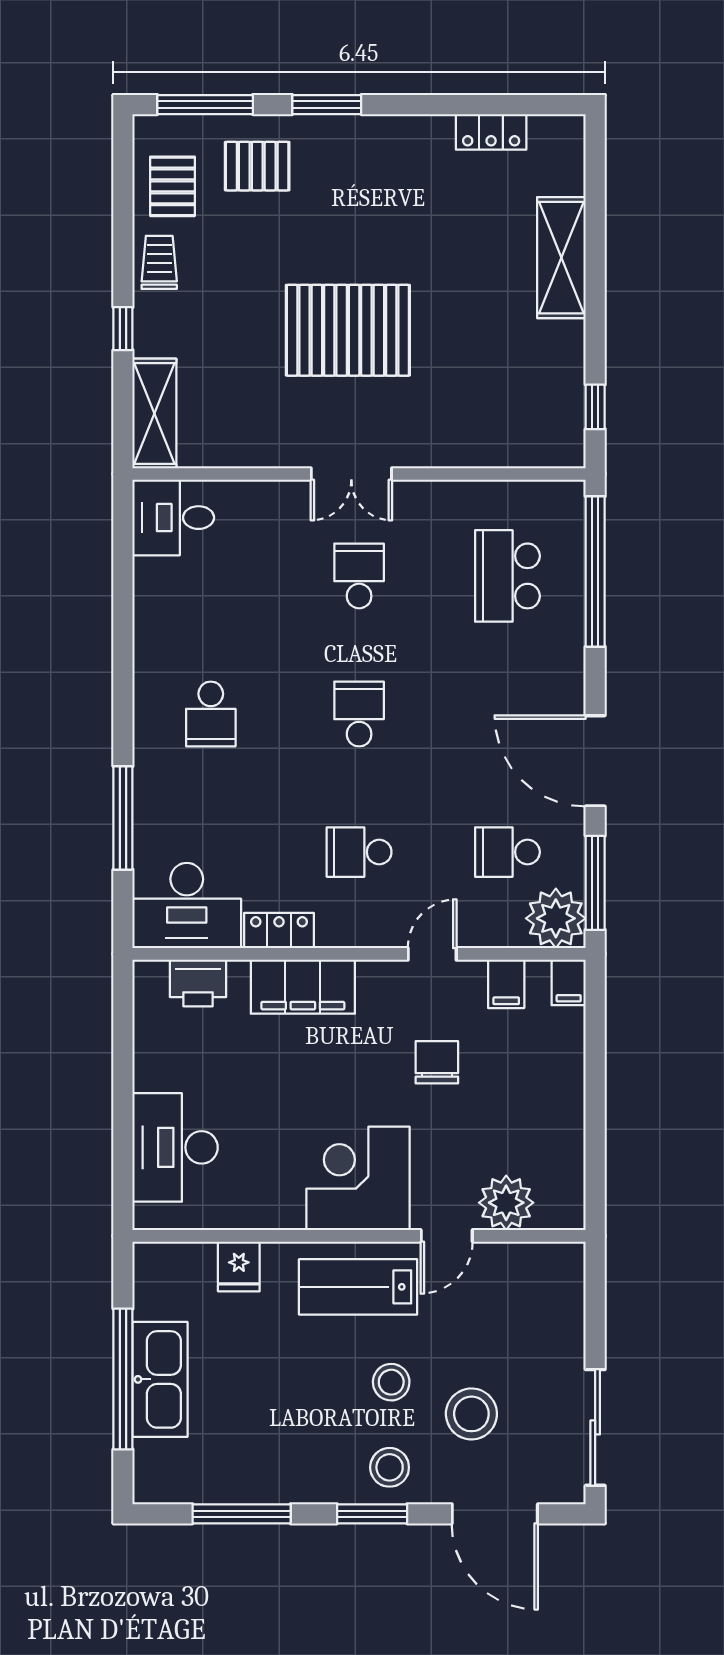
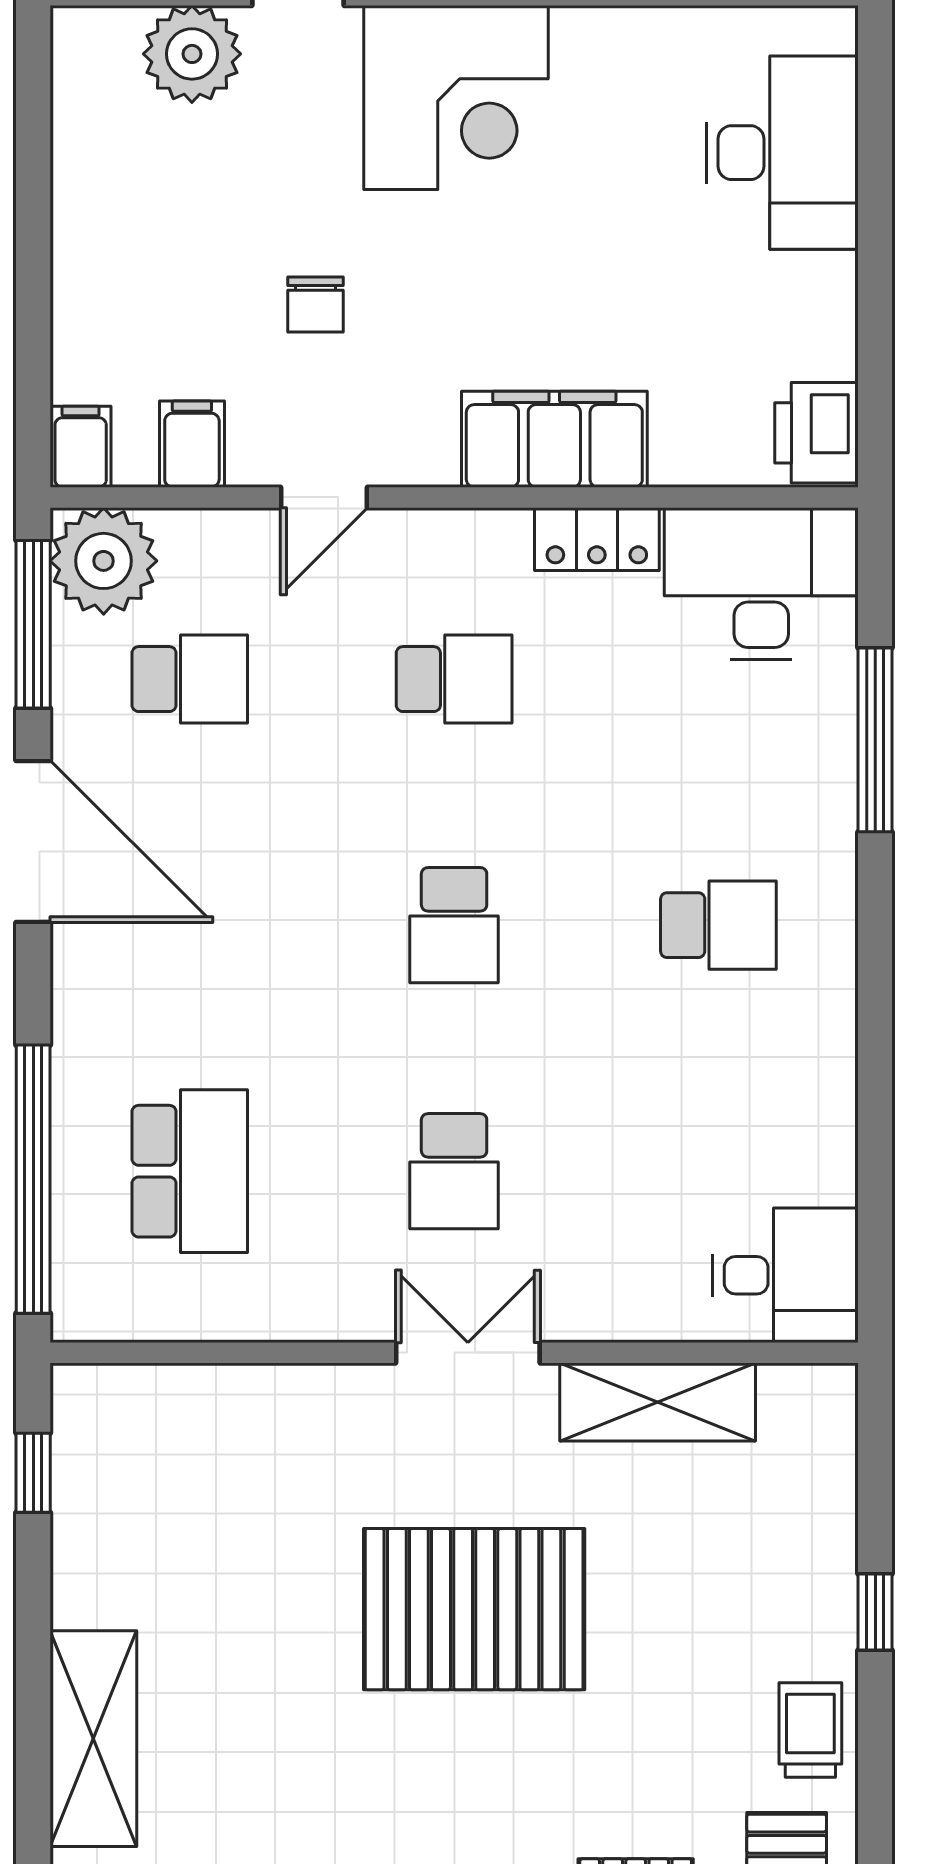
trolley: (159, 262) -> (810, 1730), turned 180
shelving: (154, 414) -> (658, 1402), moved, turned 90
school desk: (211, 714) -> (718, 925), turned 90
printer: (198, 983) -> (816, 433), moved, turned -90
chair: (437, 1062) -> (315, 304), width x0.73, depth x0.73

